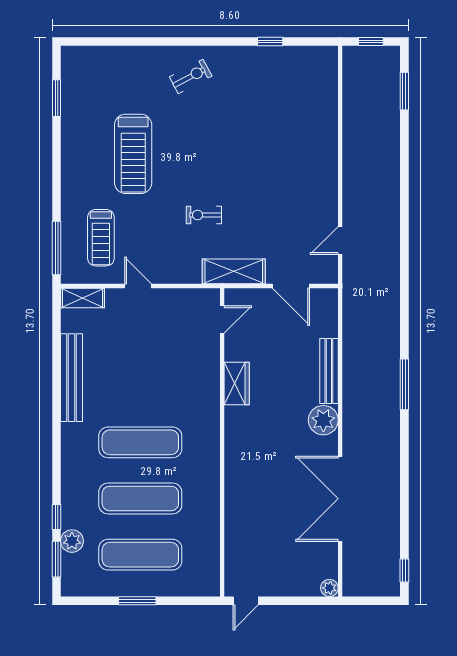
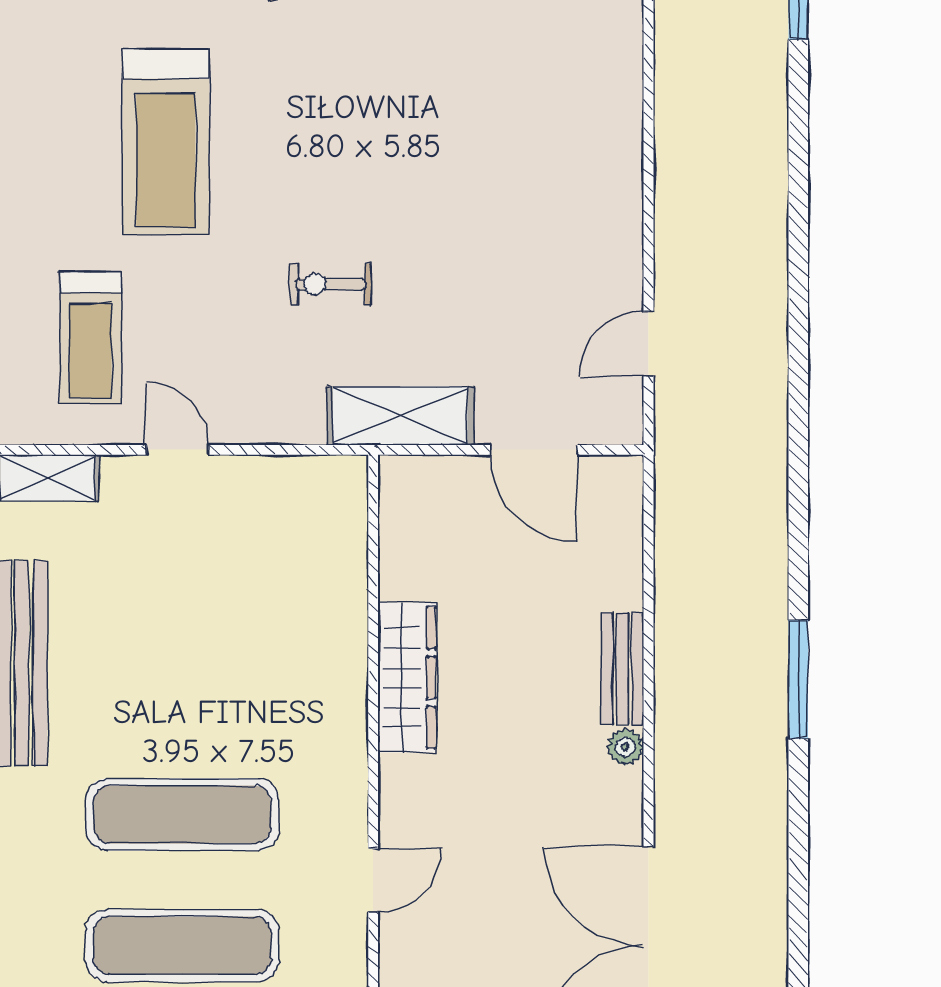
door: (222, 320) -> (373, 880), moved
bench: (329, 371) -> (622, 669), width x0.73
wardrobe: (237, 384) -> (407, 677), width x1.50
plant: (323, 420) -> (625, 747), width x0.53, depth x0.53

